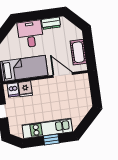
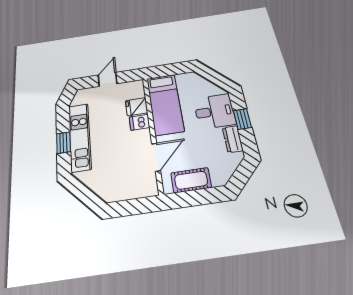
window: (37, 15) -> (242, 119), added
dishwasher: (13, 90) -> (139, 122), moved

